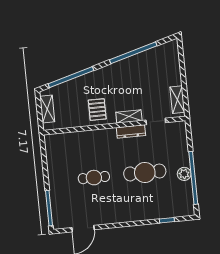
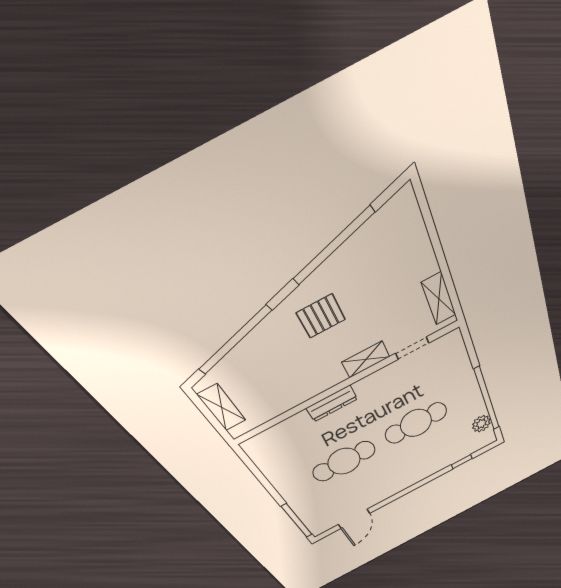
pallet: (97, 110) -> (321, 316), moved, turned 90
dresser: (131, 131) -> (332, 403), moved
plant: (184, 174) -> (481, 424), moved
cafe table: (94, 178) -> (344, 461), width x1.37, depth x1.35

